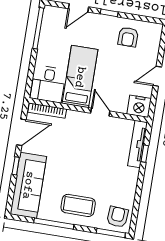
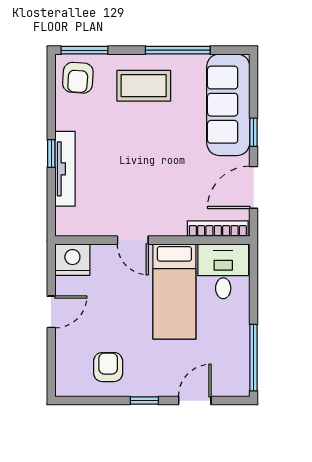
tv unit: (138, 144) -> (65, 169), moved
window: (145, 154) -> (51, 153), moved

